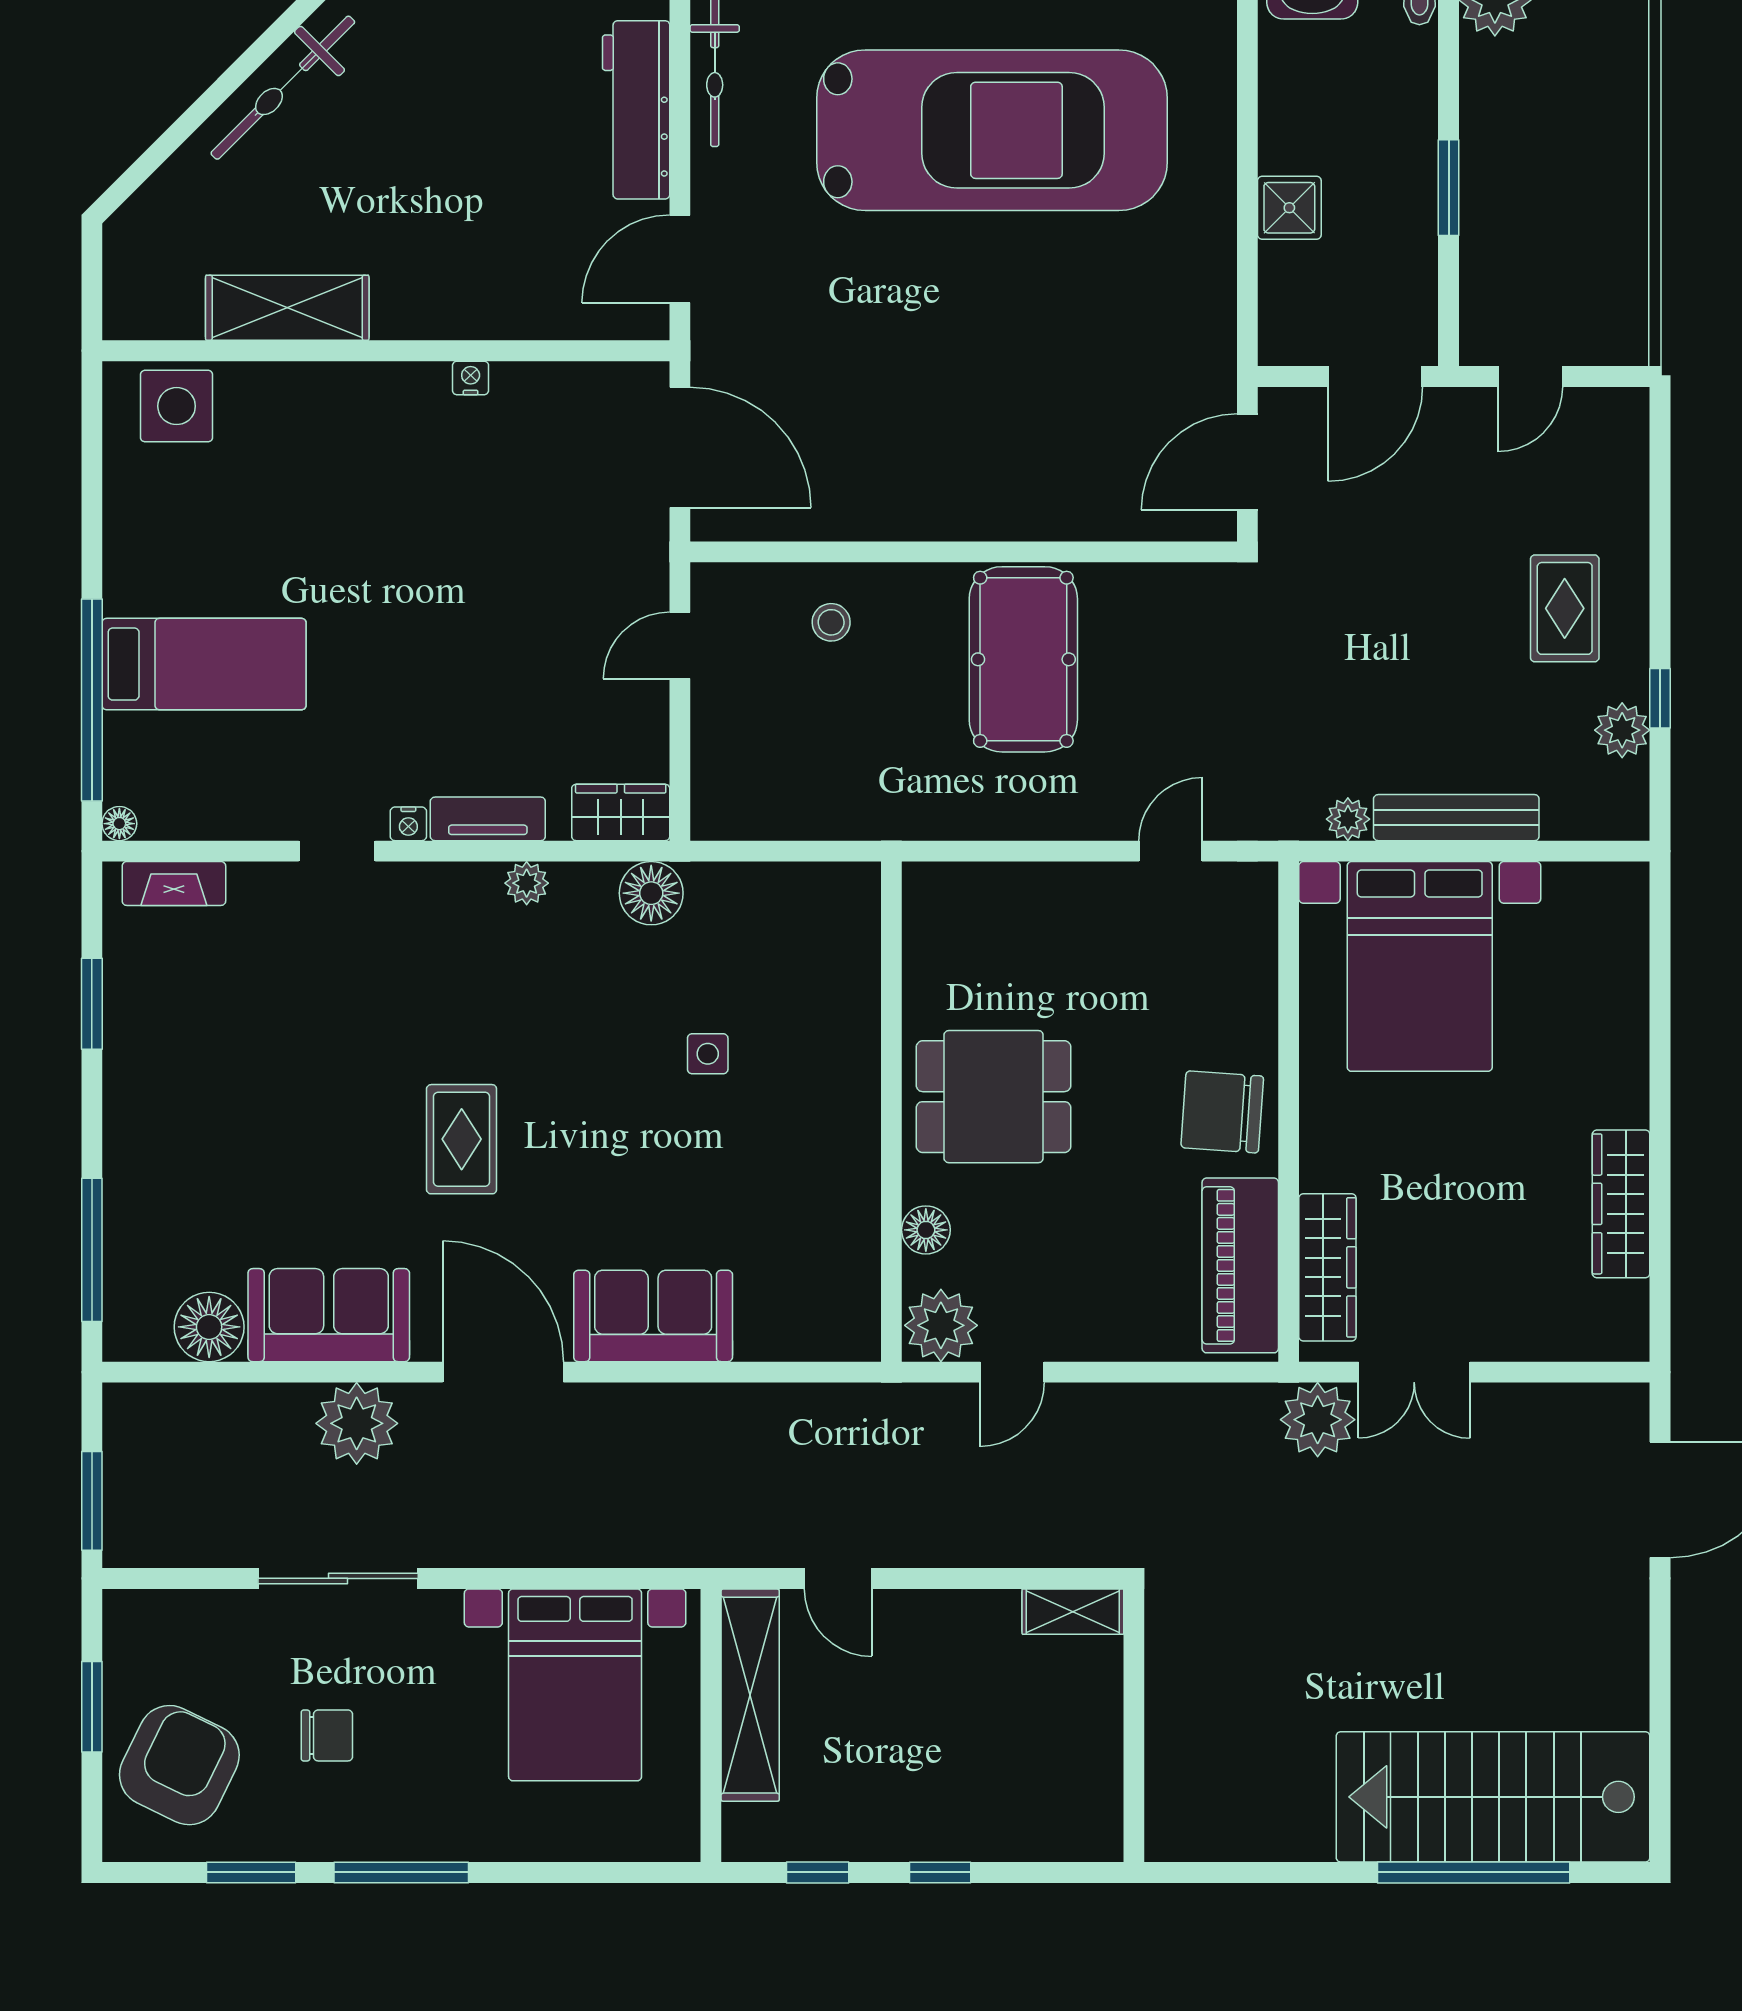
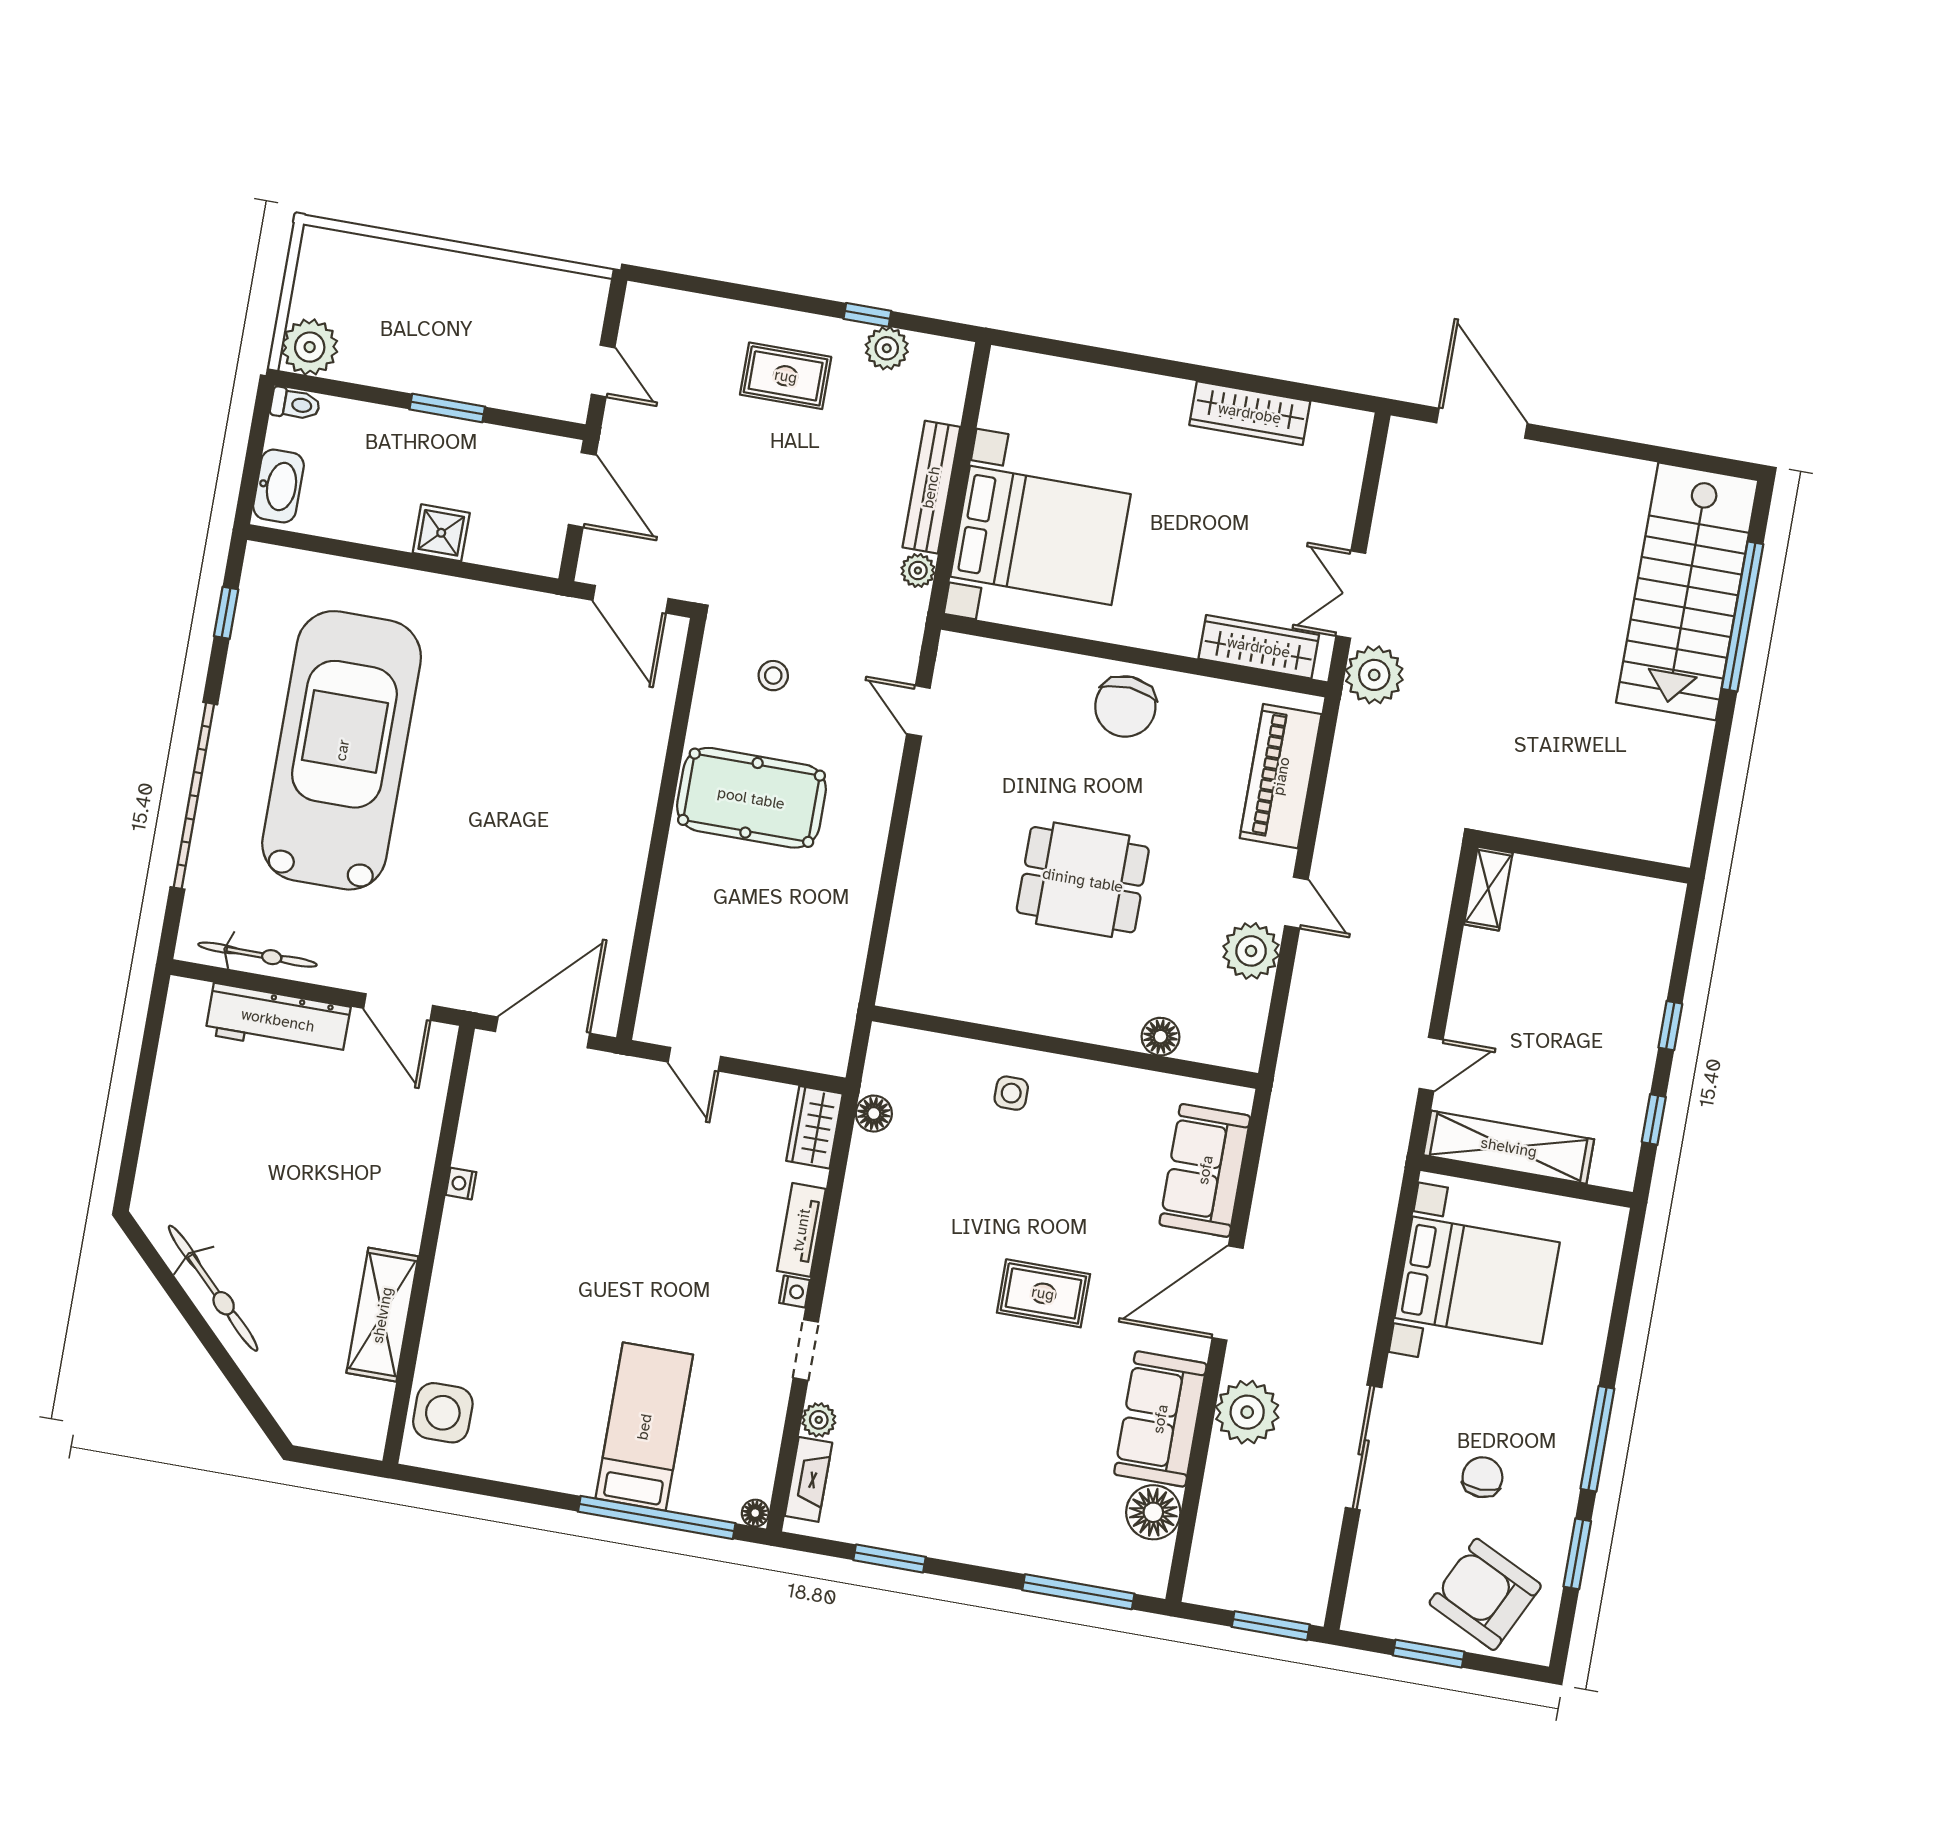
stool: (831, 622) -> (773, 676), moved
plant: (527, 883) -> (819, 1420), moved
floor lamp: (651, 893) -> (874, 1114), width x0.73, depth x0.73
dining table: (994, 1097) -> (1083, 880), turned 90
wall: (891, 1112) -> (1065, 1047), moved
floor lamp: (926, 1230) -> (1160, 1037), moved
piano: (1240, 1265) -> (1281, 776), moved, turned 90
double door: (1414, 1372) -> (1351, 594), swing flipped

